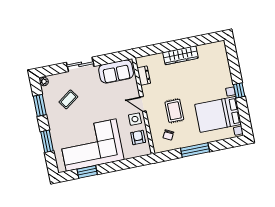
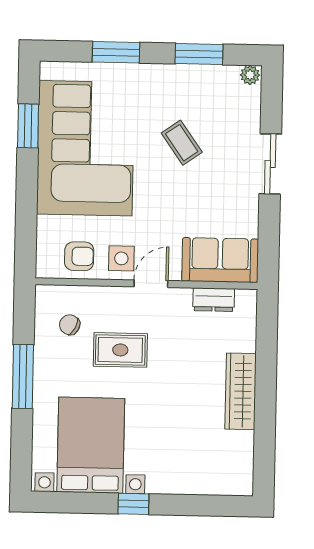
sofa: (116, 71) -> (220, 260), moved, turned 90
coffee table: (68, 99) -> (182, 143), moved

